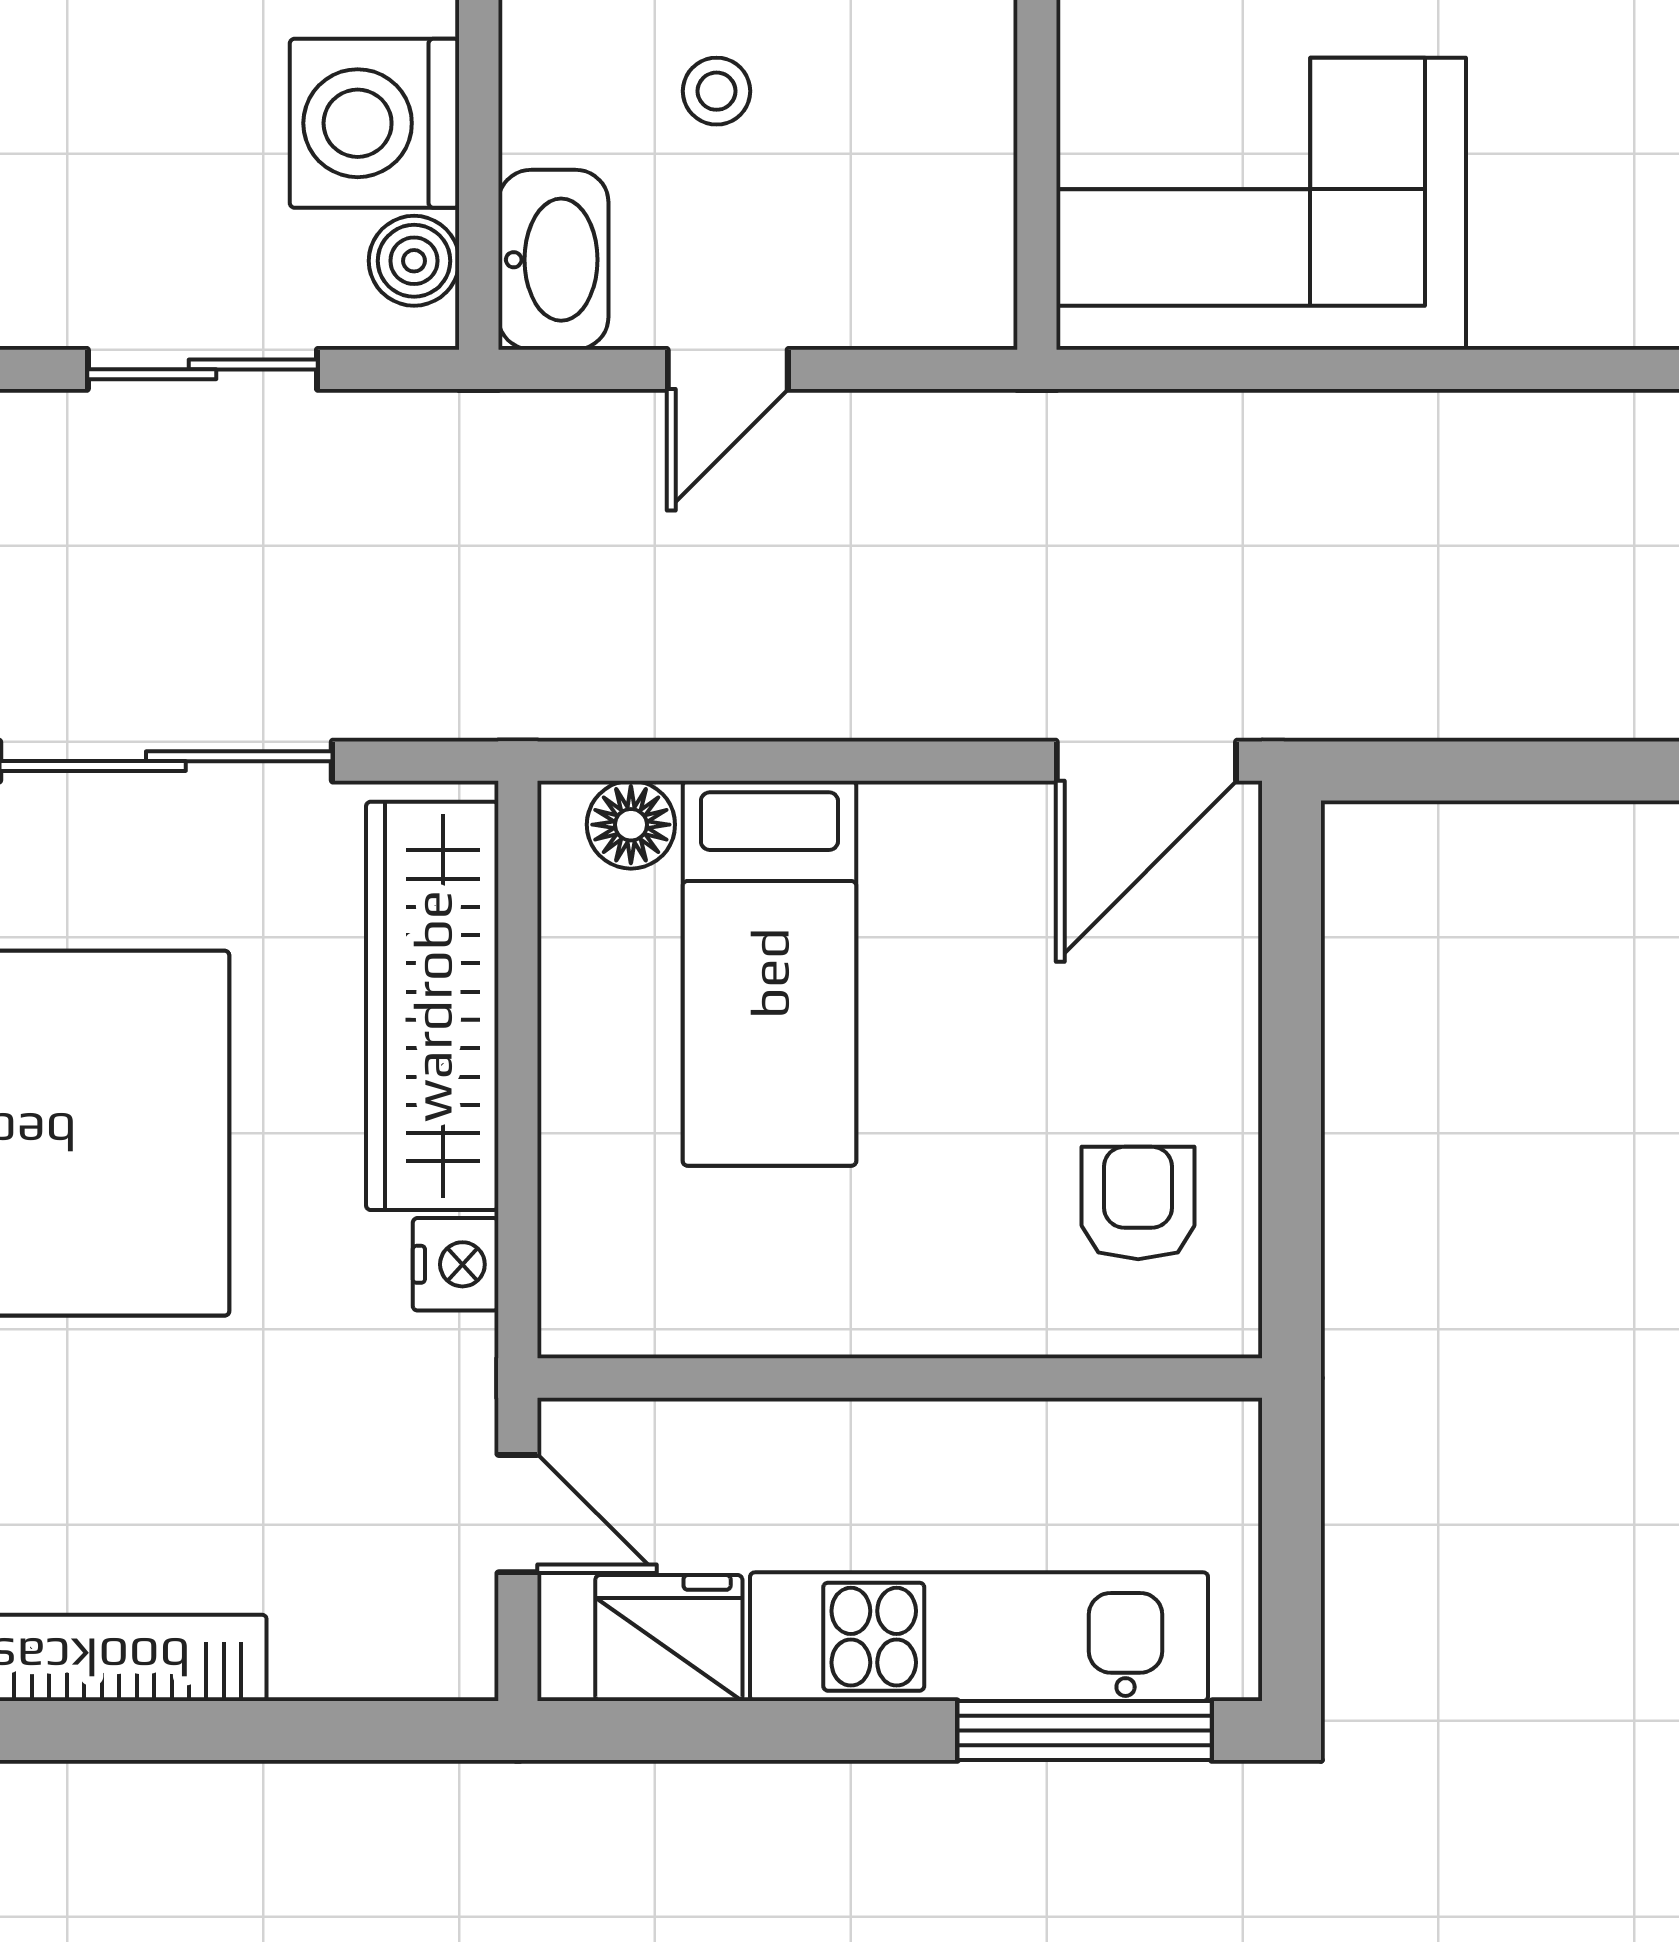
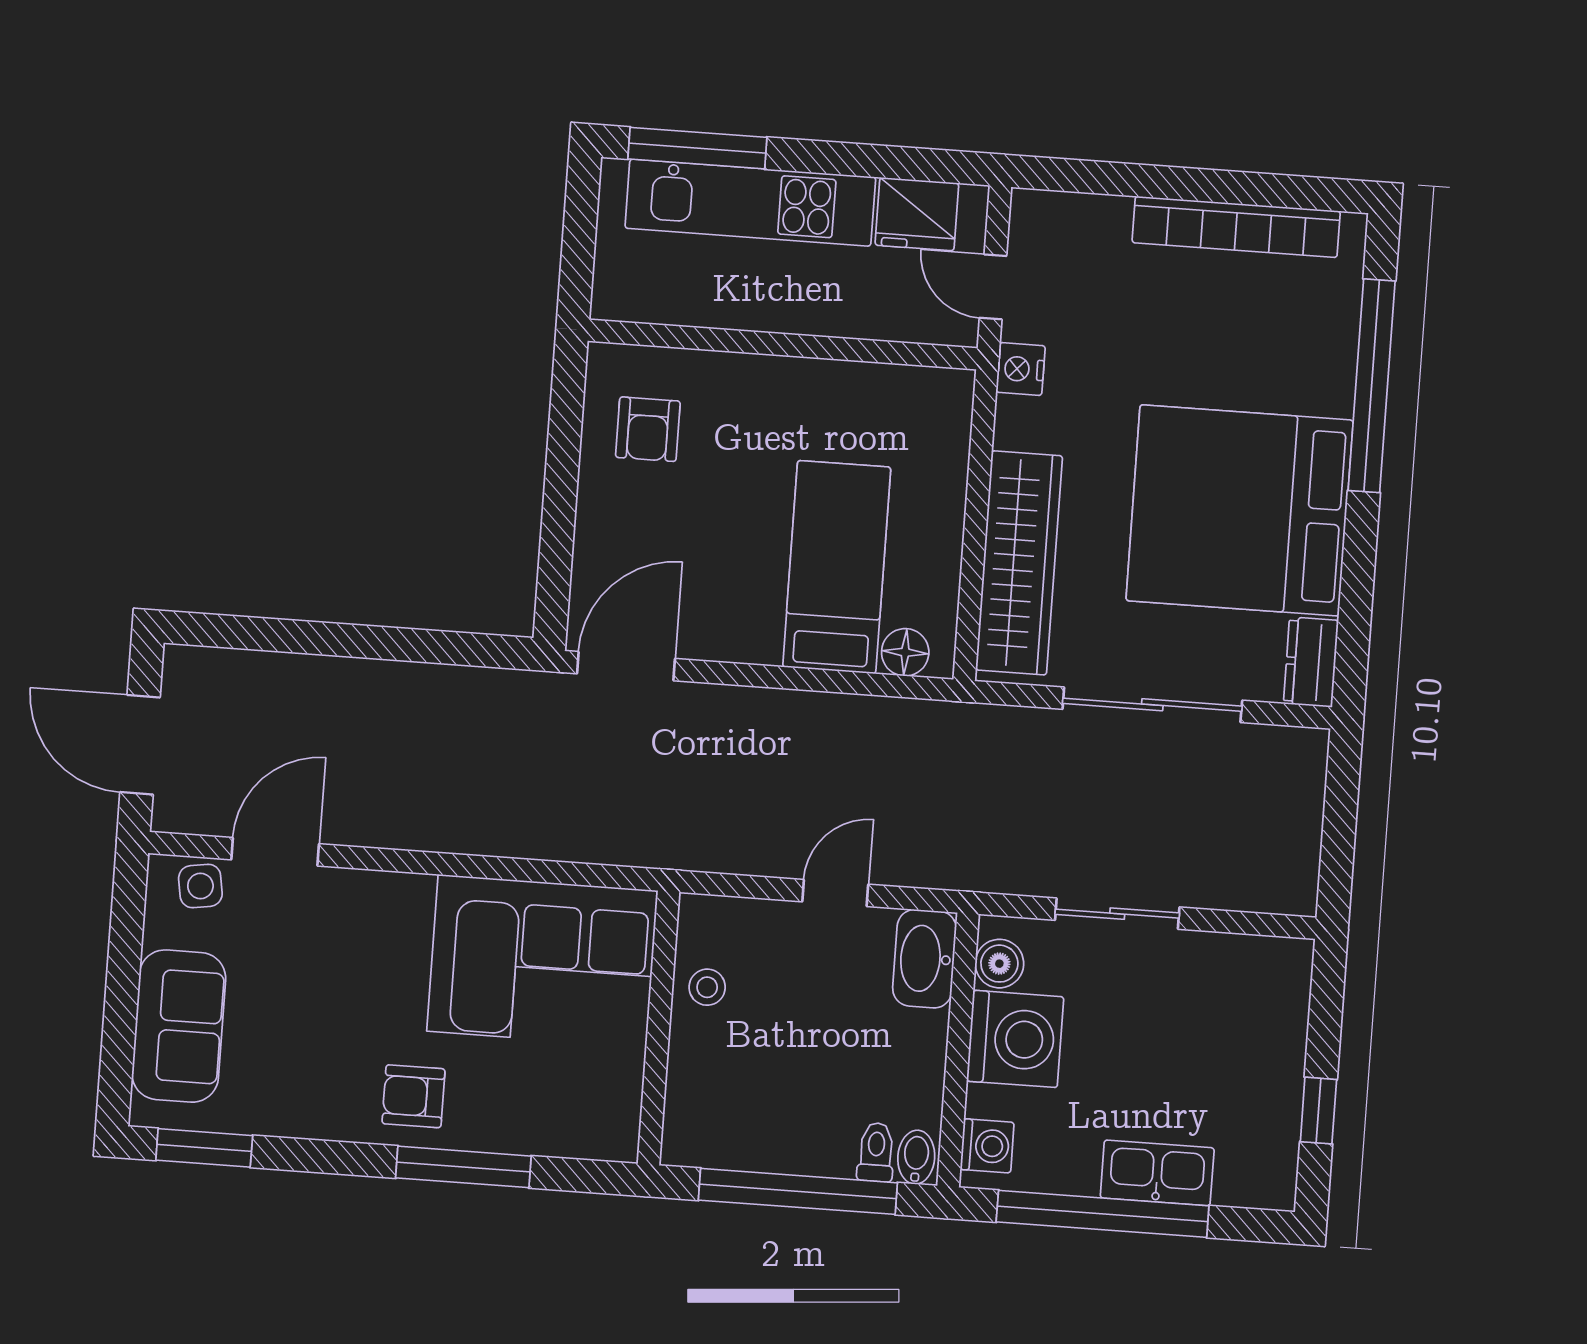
stool: (717, 91) -> (707, 987), moved
nightstand: (456, 1264) -> (1021, 369), moved

